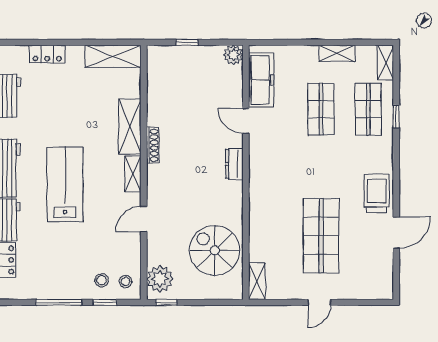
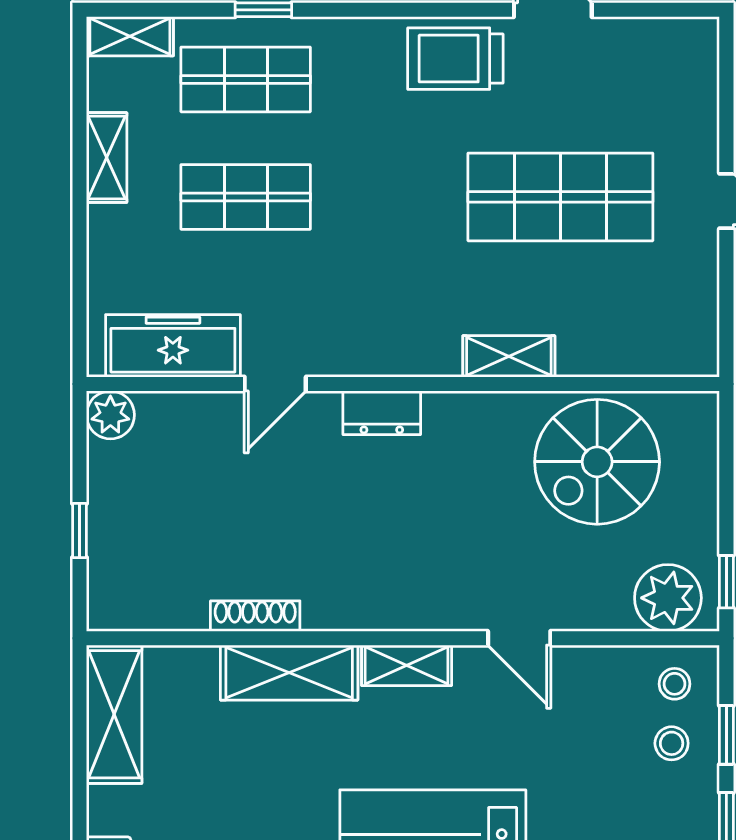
shoe rack: (153, 145) -> (255, 616), moved
shelving: (257, 281) -> (509, 356), moved

